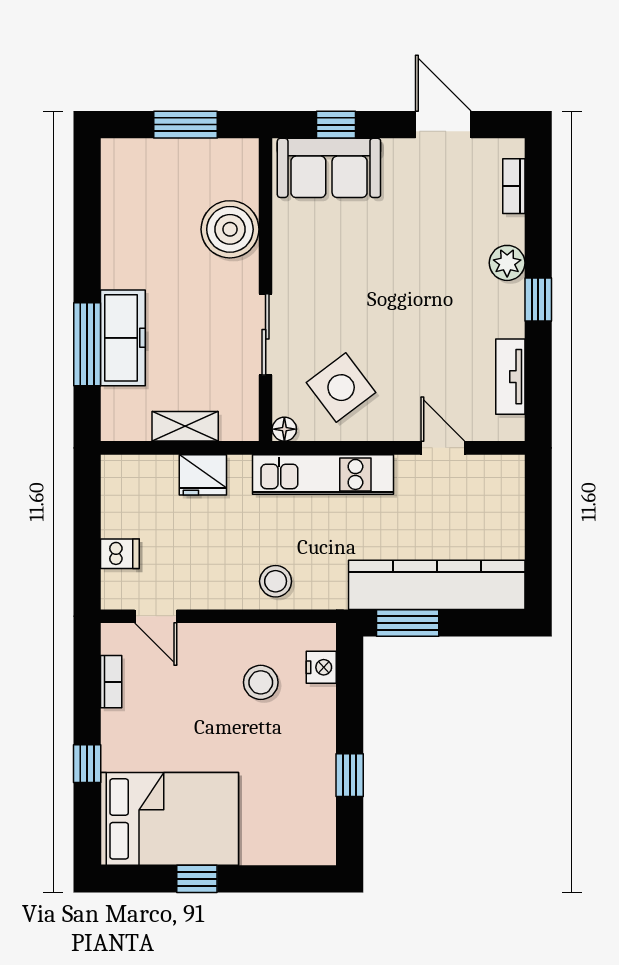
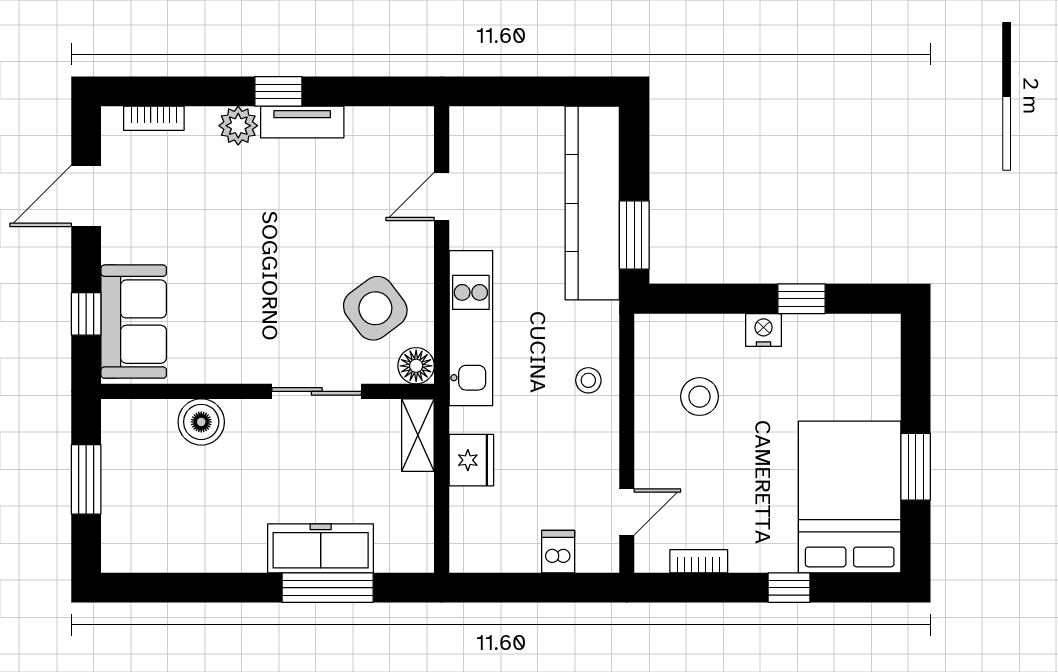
boiler: (230, 229) -> (201, 422), width x0.73, depth x0.73
tv unit: (510, 377) -> (302, 122), moved
shelving: (185, 426) -> (418, 435), moved
floor lamp: (284, 429) -> (416, 366), width x1.37, depth x1.37
stool: (276, 581) -> (588, 380), width x0.73, depth x0.73
nightstand: (321, 667) -> (763, 330), moved
window: (197, 879) -> (916, 467), width x1.50

